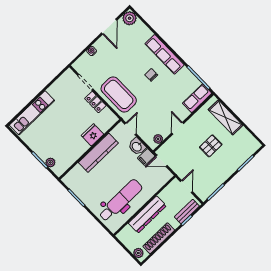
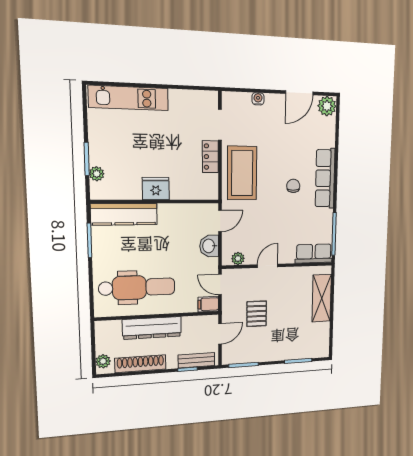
fridge: (92, 135) -> (156, 189), moved
pallet: (211, 146) -> (257, 314), moved, turned 90
kitchen counter: (98, 153) -> (124, 214), moved
filing cabinet: (146, 157) -> (208, 304), moved

